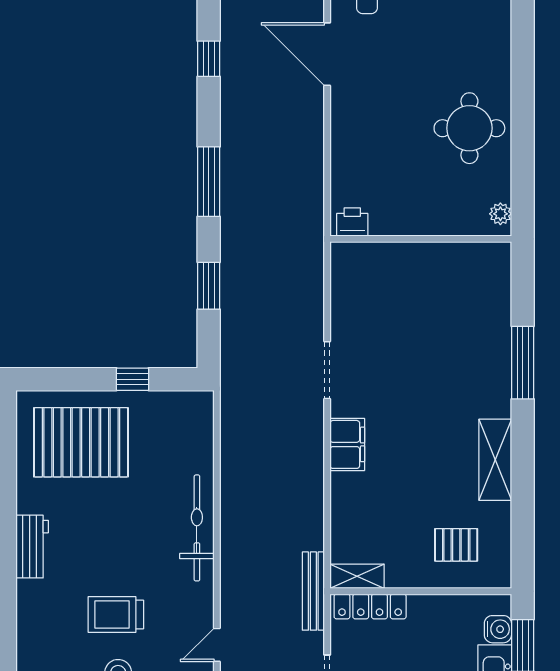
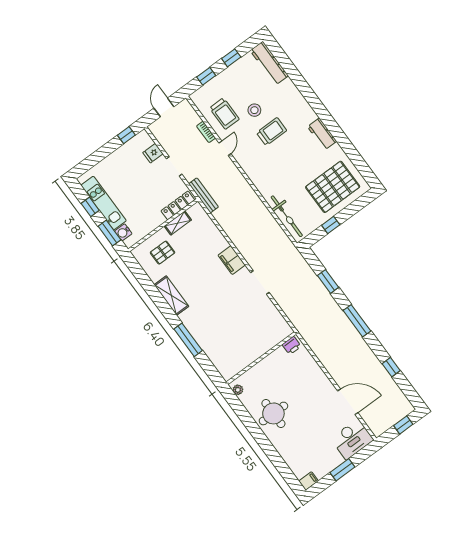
bicycle: (197, 528) -> (287, 216), moved
shelving: (357, 576) -> (178, 223), moved

